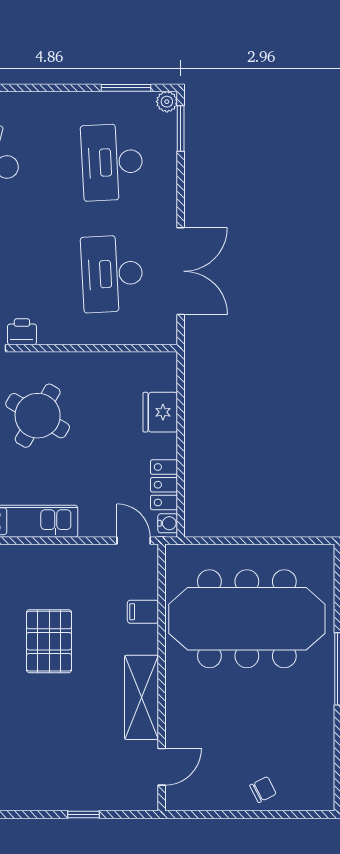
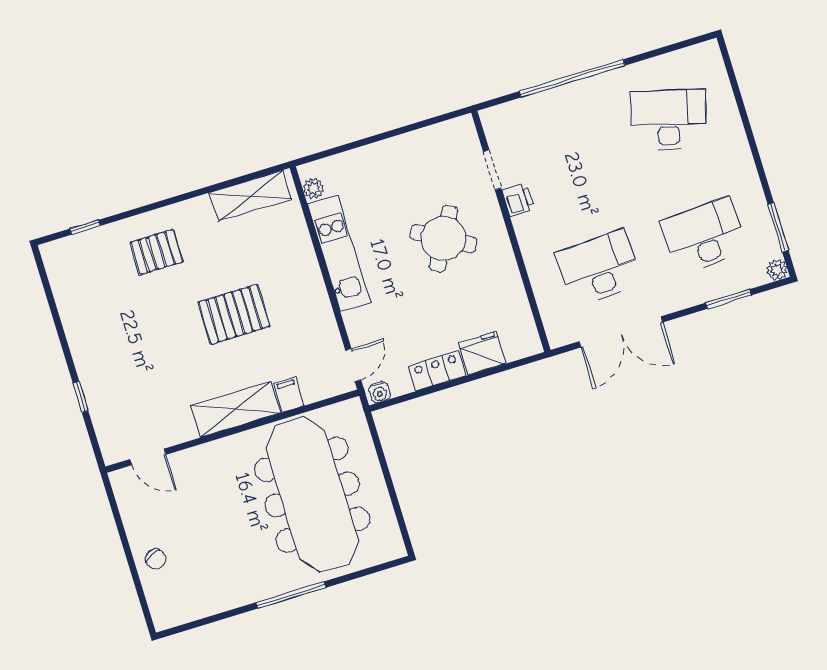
window: (181, 129) -> (728, 299), moved
locker: (164, 485) -> (437, 371), moved
shelving: (142, 697) -> (236, 409), moved

